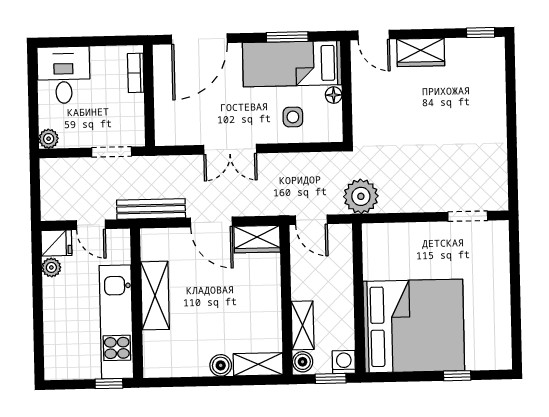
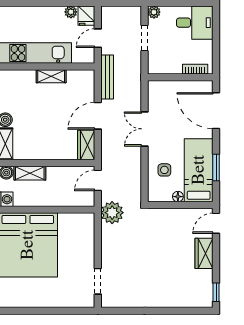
doorway: (112, 152) -> (145, 38), moved
shelving: (155, 296) -> (51, 76), width x0.67, depth x0.75

